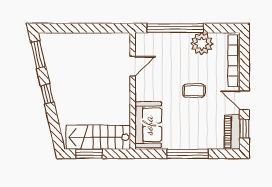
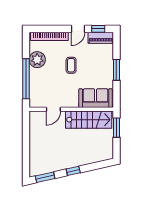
door: (133, 66) -> (53, 109), swing flipped
stairs: (98, 137) -> (89, 120), moved, turned -90
window: (89, 154) -> (116, 128), moved
window: (187, 154) -> (116, 70), width x0.69

